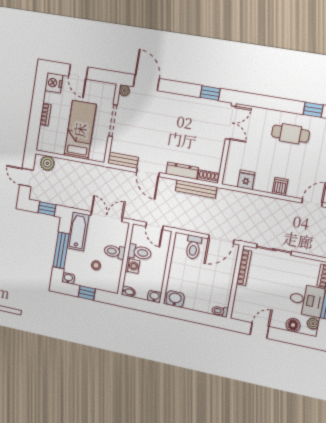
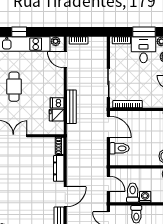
dishwasher: (280, 187) -> (57, 103), moved
bench: (196, 189) -> (71, 107), moved
door: (154, 226) -> (108, 184), hinge flipped

